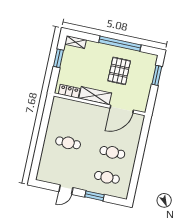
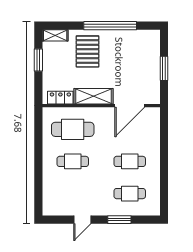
pallet: (119, 71) -> (88, 51), moved
window: (157, 75) -> (164, 68), moved
cafe table: (73, 118) -> (73, 129), added

